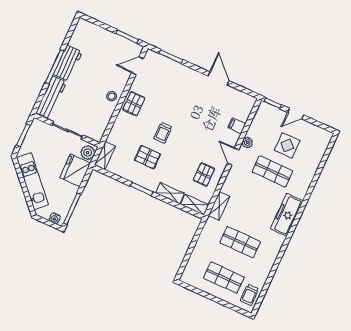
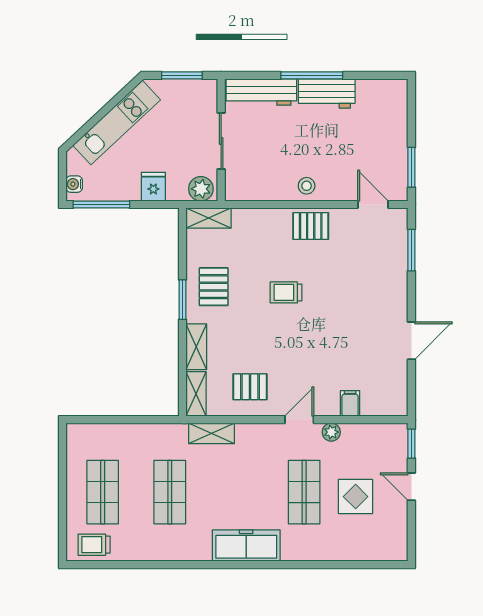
pallet: (147, 157) -> (214, 287), moved
fridge: (75, 170) -> (153, 187), width x0.53, depth x0.75

